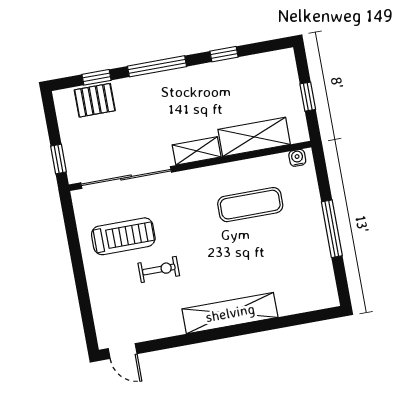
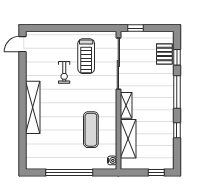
window: (308, 97) -> (156, 172), moved
window: (332, 229) -> (69, 172), width x1.46

